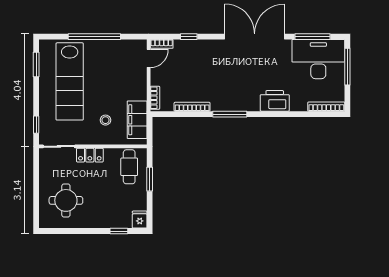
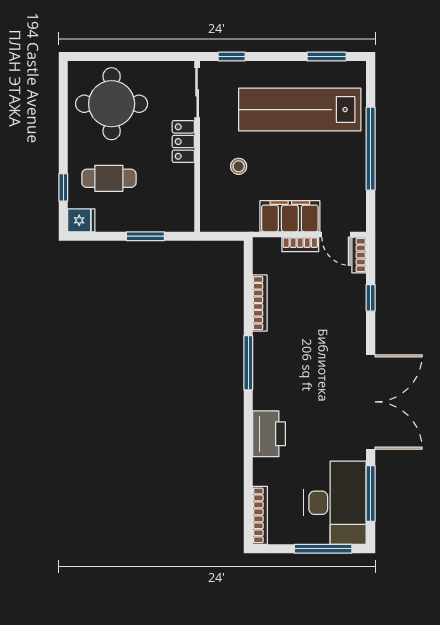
bookcase: (155, 98) -> (300, 244), moved
filing cabinet: (137, 120) -> (290, 216), moved
cafe table: (129, 167) -> (109, 178), moved
round table: (66, 200) -> (112, 104), width x1.36, depth x1.36

